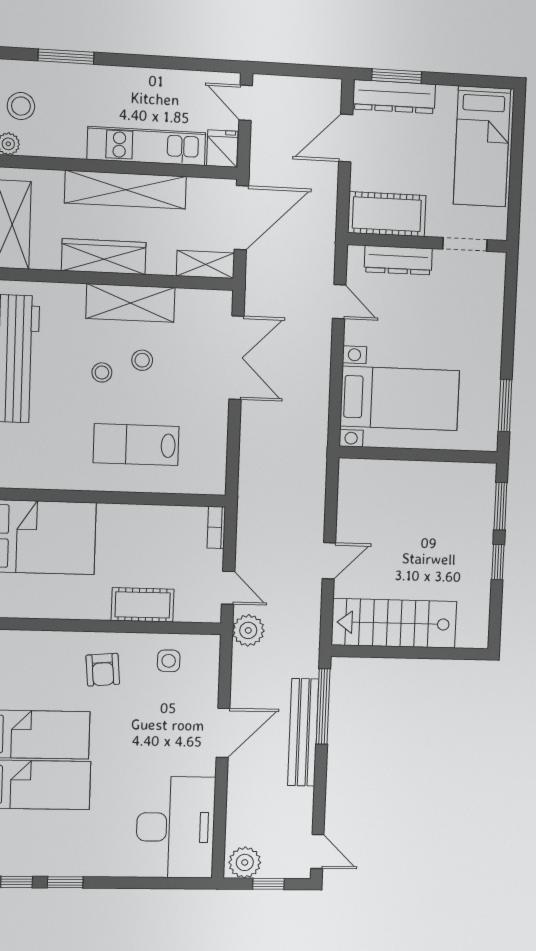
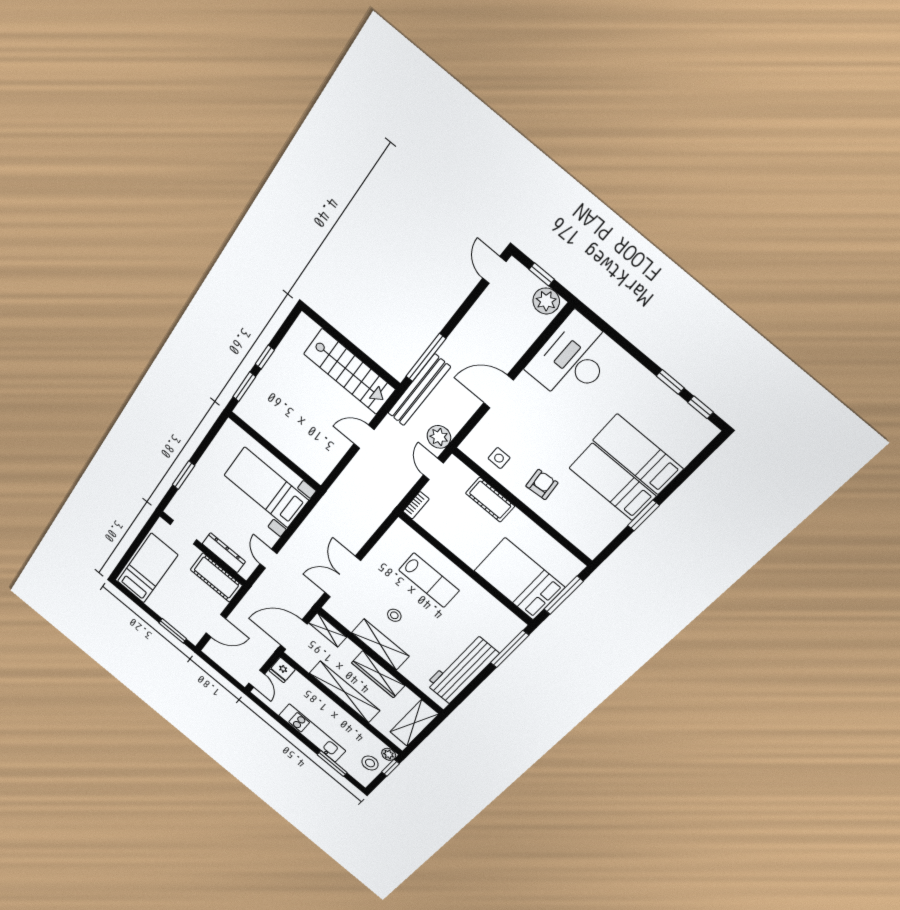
dresser: (394, 97) -> (179, 623), removed
kitchen unit: (146, 146) -> (312, 733), moved, turned 180
stool: (102, 372) -> (420, 627), removed
window: (505, 406) -> (183, 475), moved
bench: (303, 732) -> (419, 390), moved

